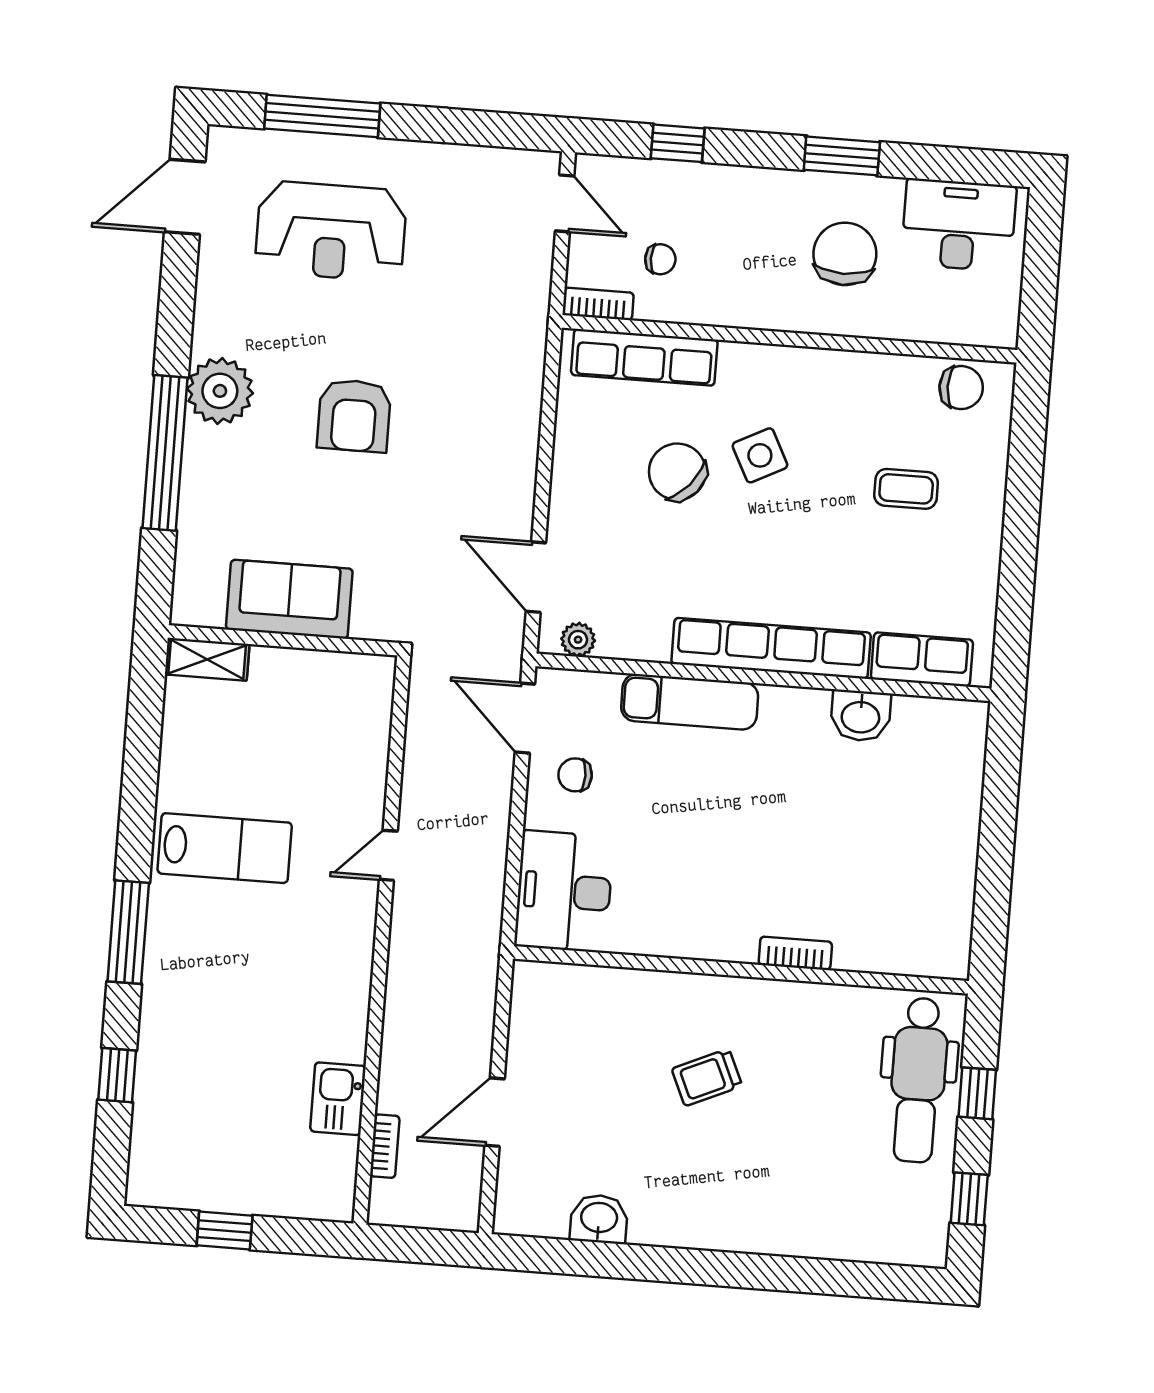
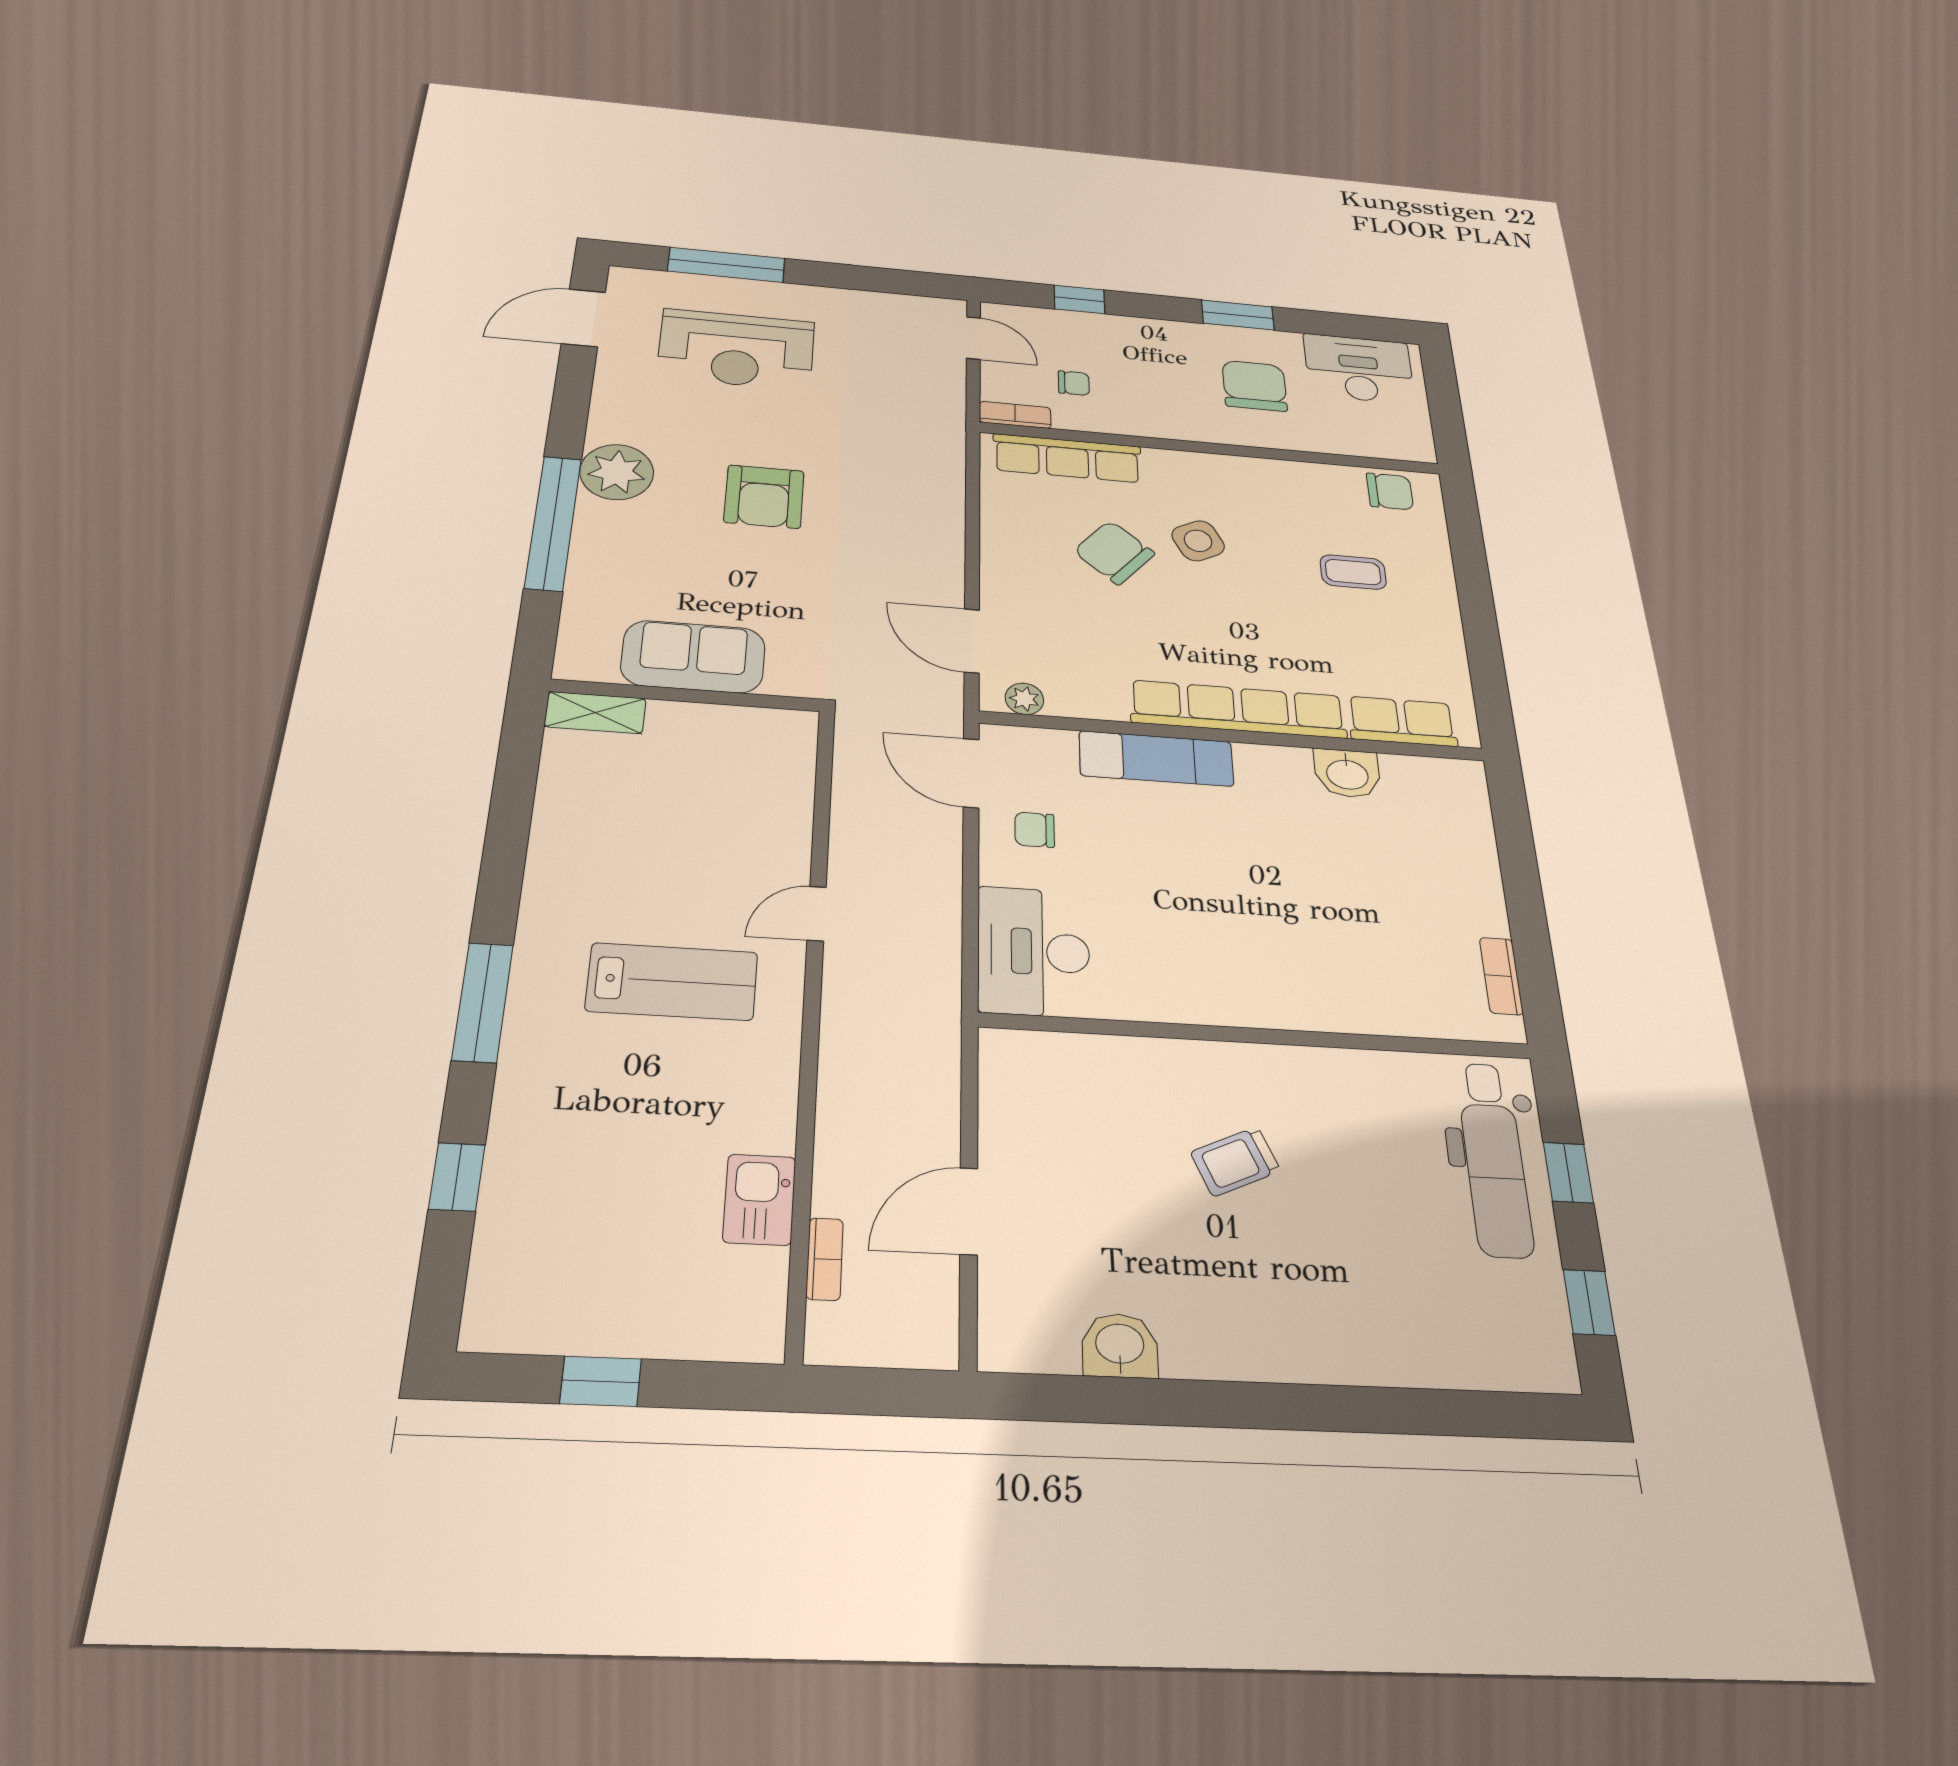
lab bench: (225, 848) -> (672, 981), moved
bookcase: (795, 953) -> (1501, 976), moved, turned -90

